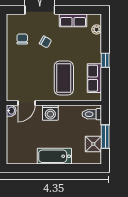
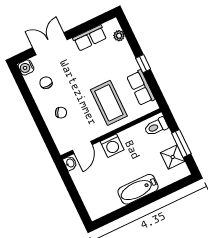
water cooler: (12, 20) -> (26, 67), added
chair: (45, 42) -> (61, 113), moved

